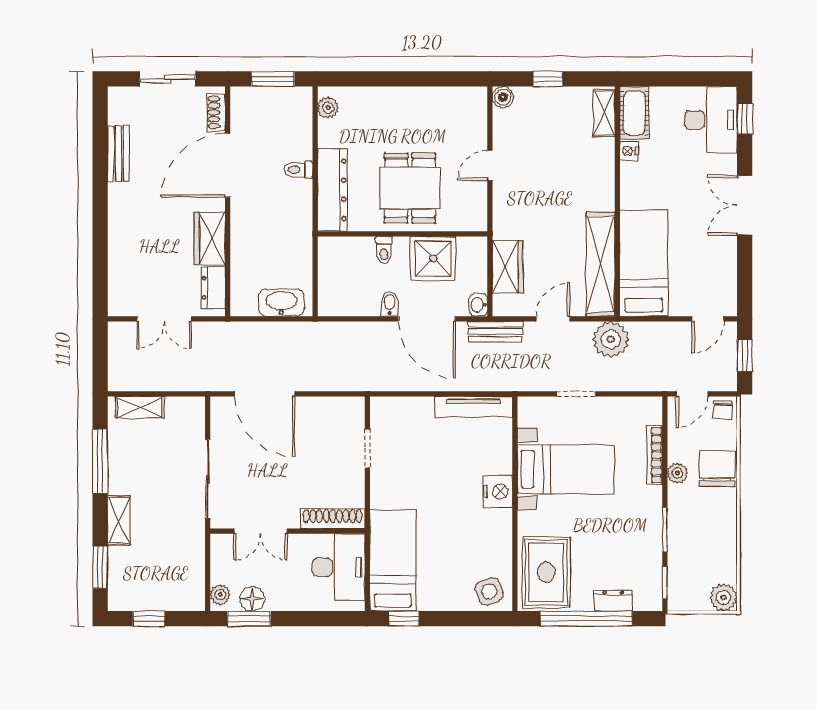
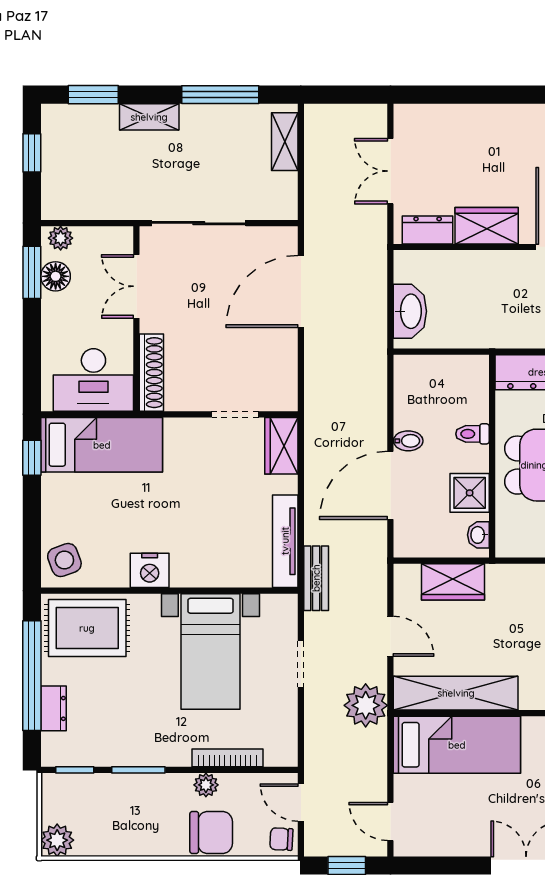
shower: (433, 258) -> (470, 493), width x0.73, depth x0.73
washbasin: (478, 305) -> (478, 535), moved, turned -90
bench: (495, 332) -> (316, 578), moved
wardrobe: (394, 410) -> (281, 446), added
nightstand: (498, 492) -> (150, 570), moved

